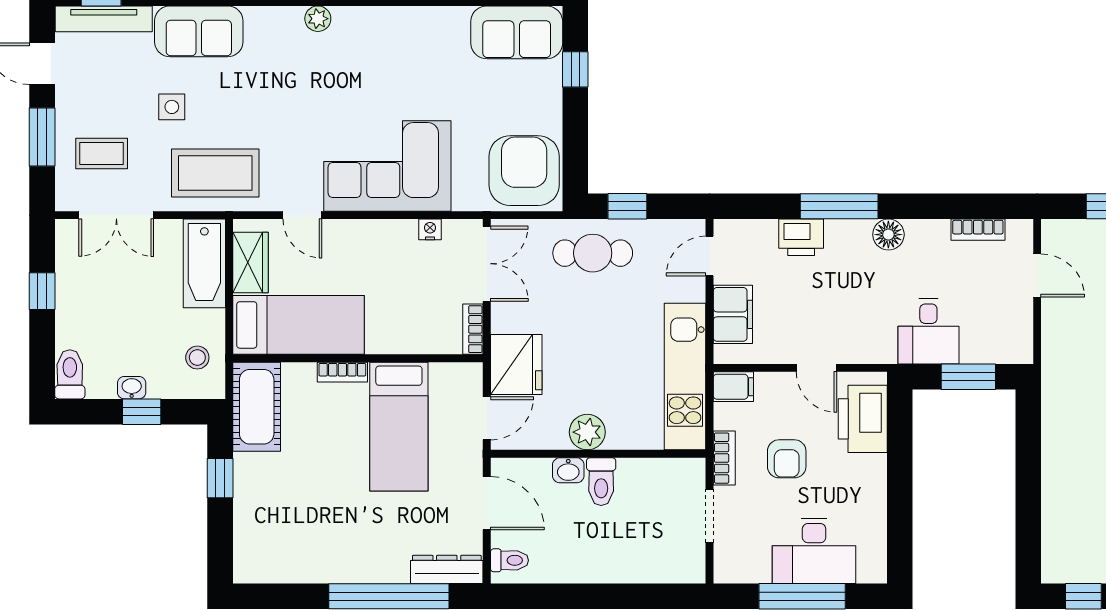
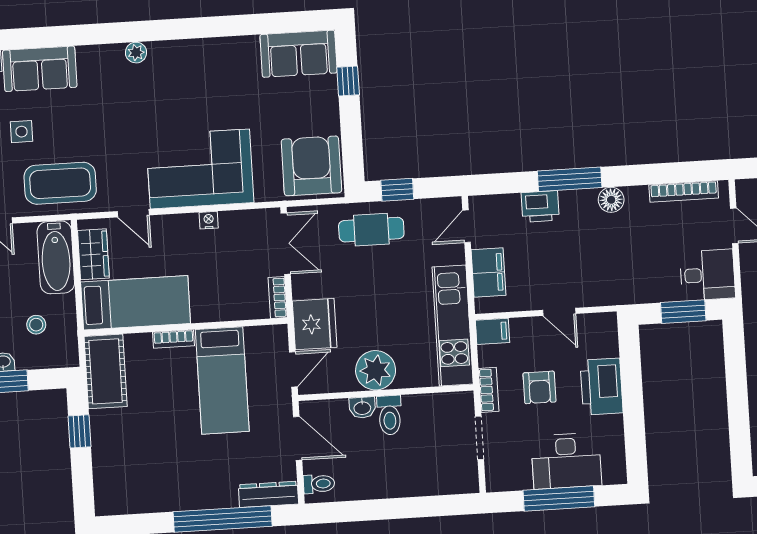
nightstand: (430, 229) -> (209, 220), moved
bookcase: (978, 230) -> (684, 191), width x1.56
desk: (928, 331) -> (707, 275), moved, turned -90
stool: (197, 358) -> (36, 325), moved
printer: (863, 419) -> (602, 387), moved
plant: (587, 432) -> (376, 370), width x1.36, depth x1.36

